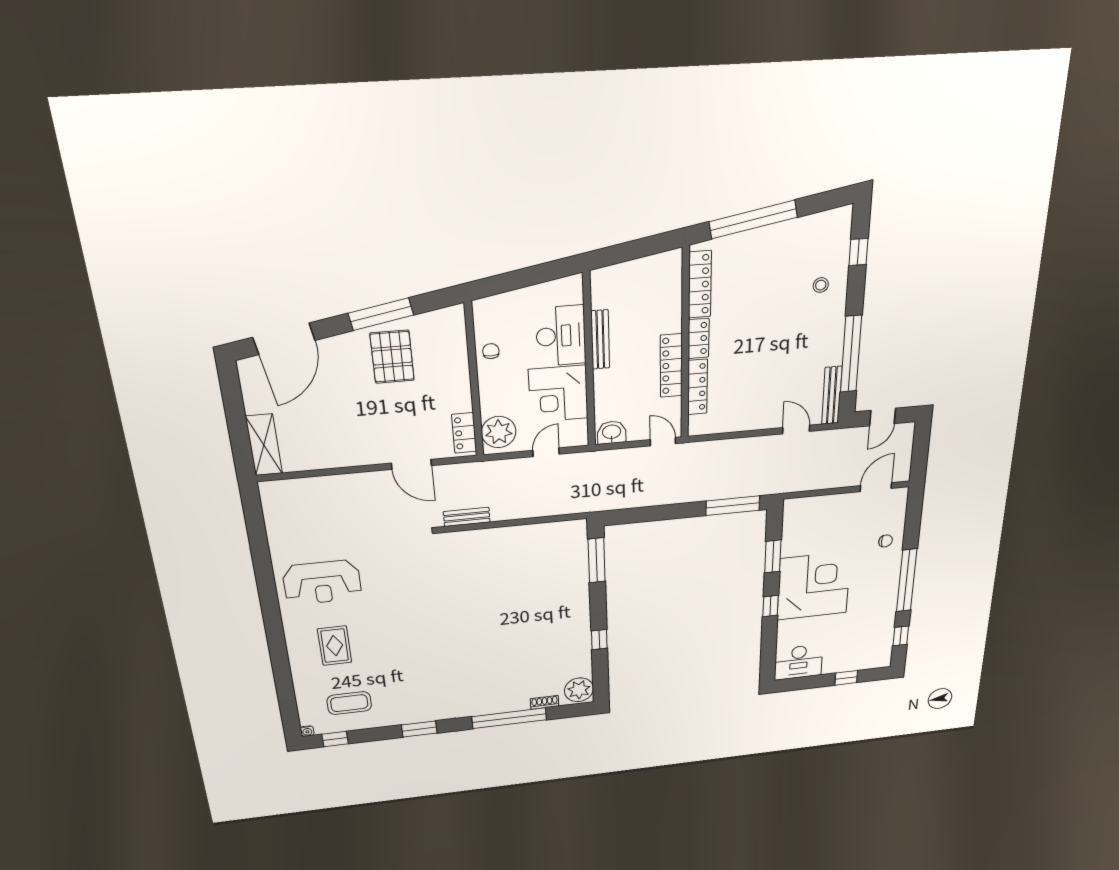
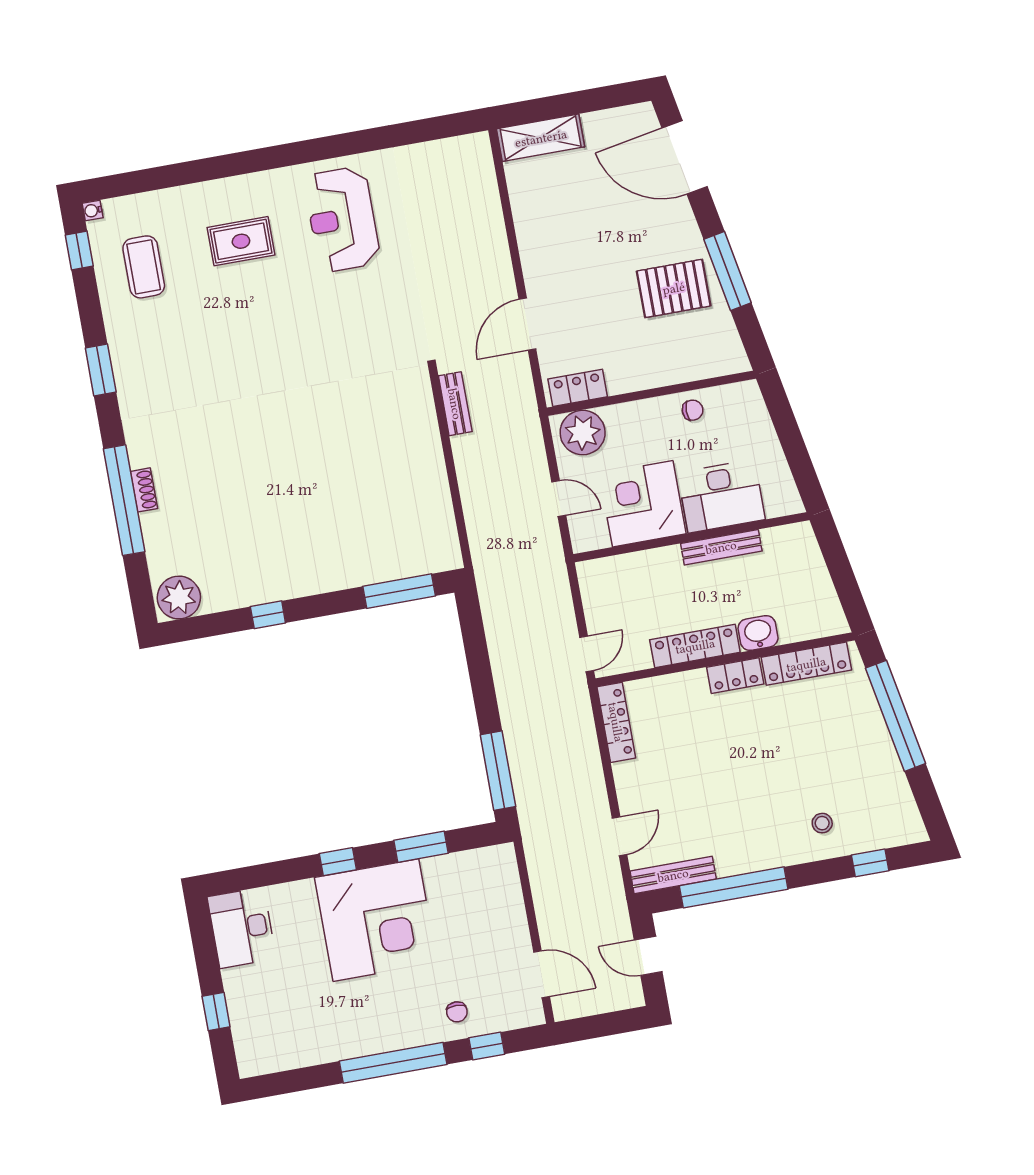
locker: (698, 387) -> (616, 722), moved, turned -90
washbasin: (612, 432) -> (758, 633), moved, turned -90
window: (901, 636) -> (487, 1046), moved
shoe rack: (545, 702) -> (144, 490), moved

